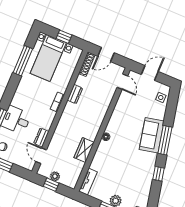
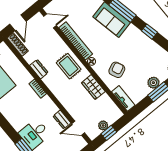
bookcase: (117, 113) -> (76, 41), added
rug: (91, 119) -> (69, 66), added
armchair: (110, 163) -> (117, 70), added

